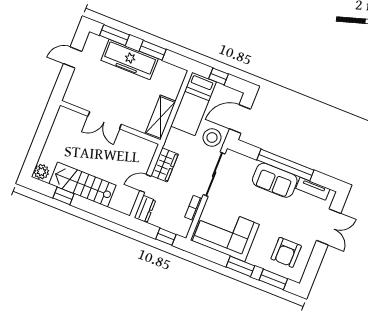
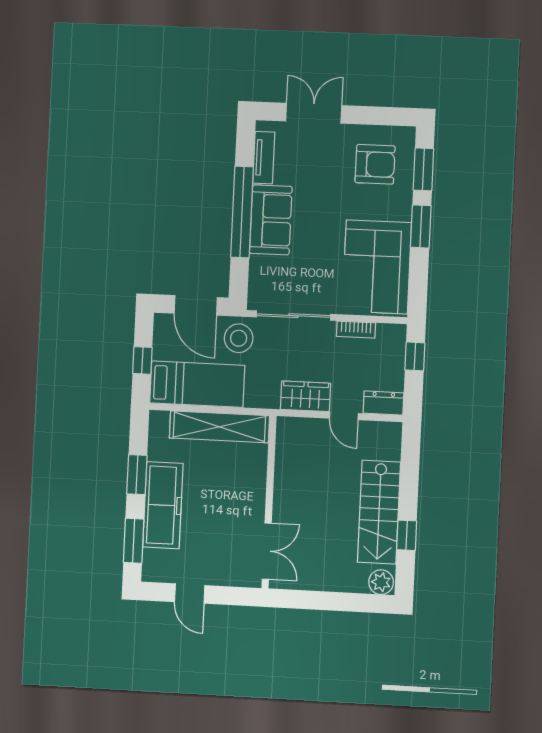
shelving: (160, 117) -> (219, 427), width x1.47
double door: (105, 120) -> (267, 551), moved

